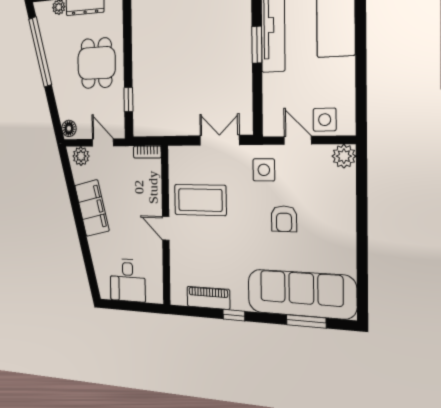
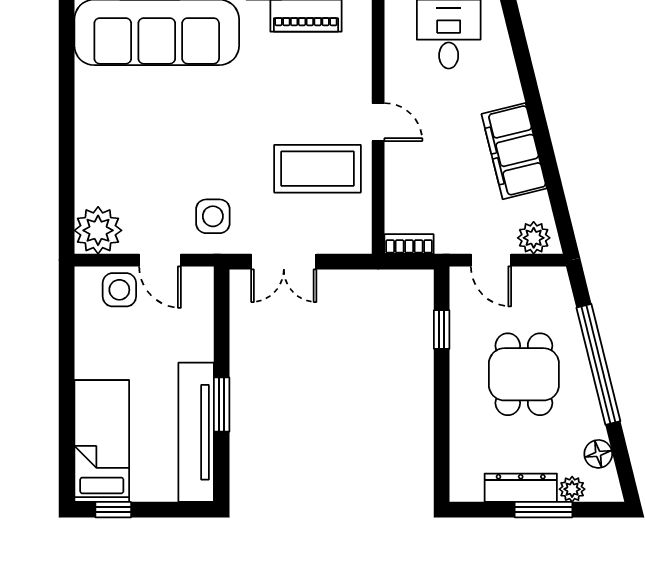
window: (40, 52) -> (598, 364), moved
dining table: (97, 63) -> (524, 374), moved
floor lamp: (69, 128) -> (598, 454), moved
plant: (344, 156) -> (98, 230), width x1.36, depth x1.36
armchair: (284, 219) -> (182, 143), removed

